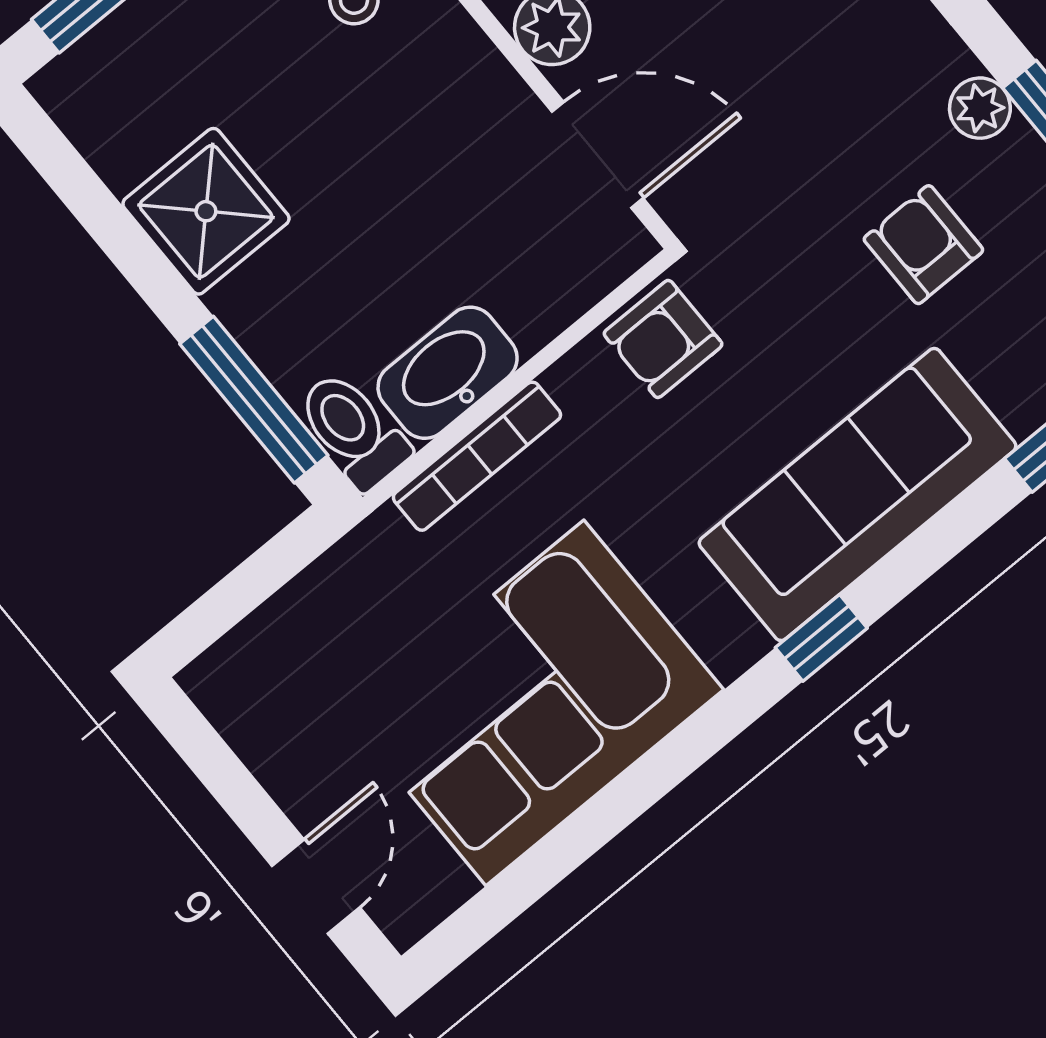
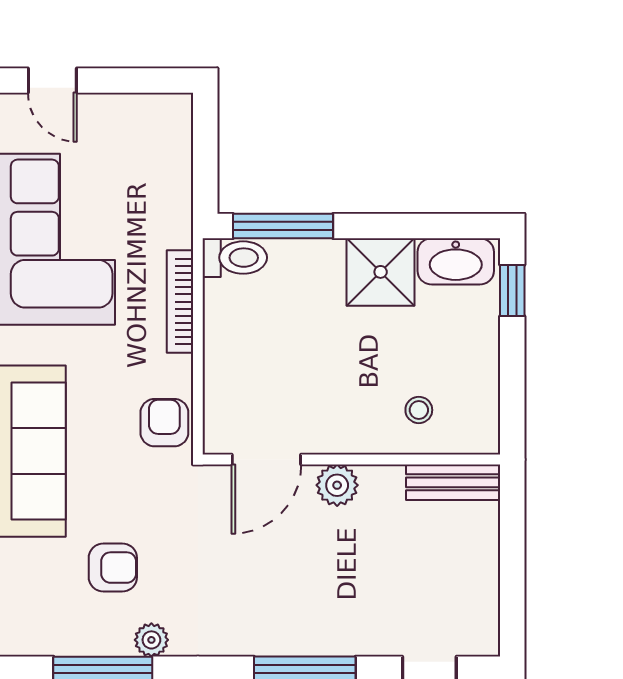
washbasin: (448, 373) -> (456, 261), moved, turned 90

